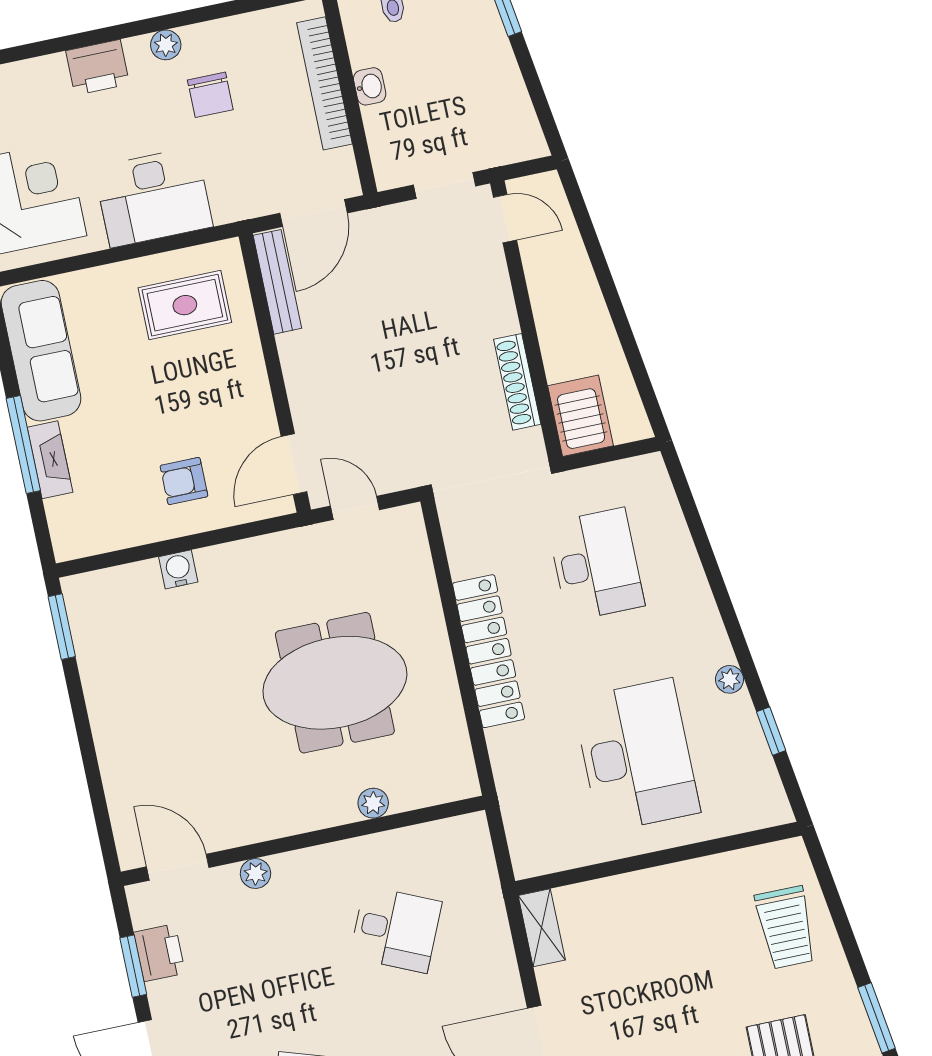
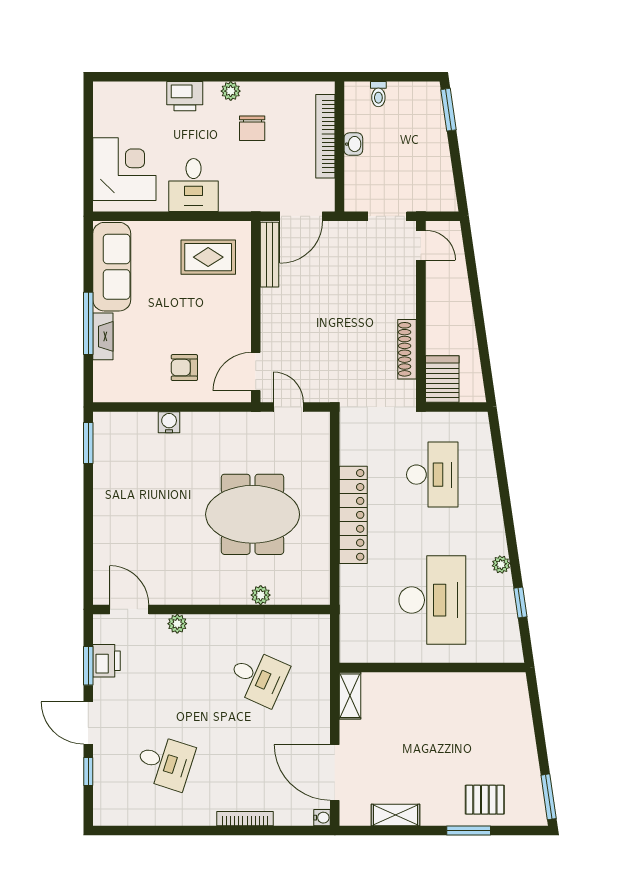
desk: (153, 197) -> (194, 185), width x0.73
trolley: (786, 927) -> (504, 728), removed

